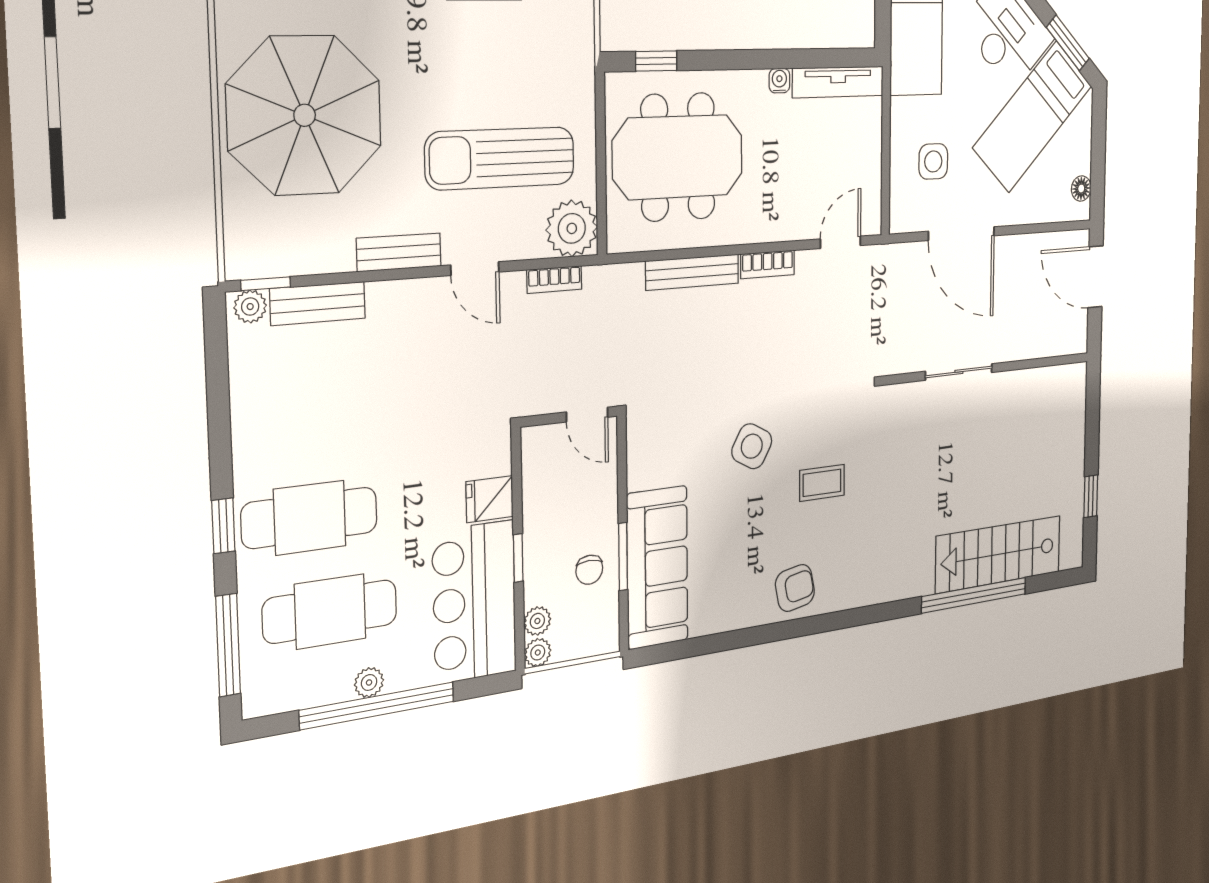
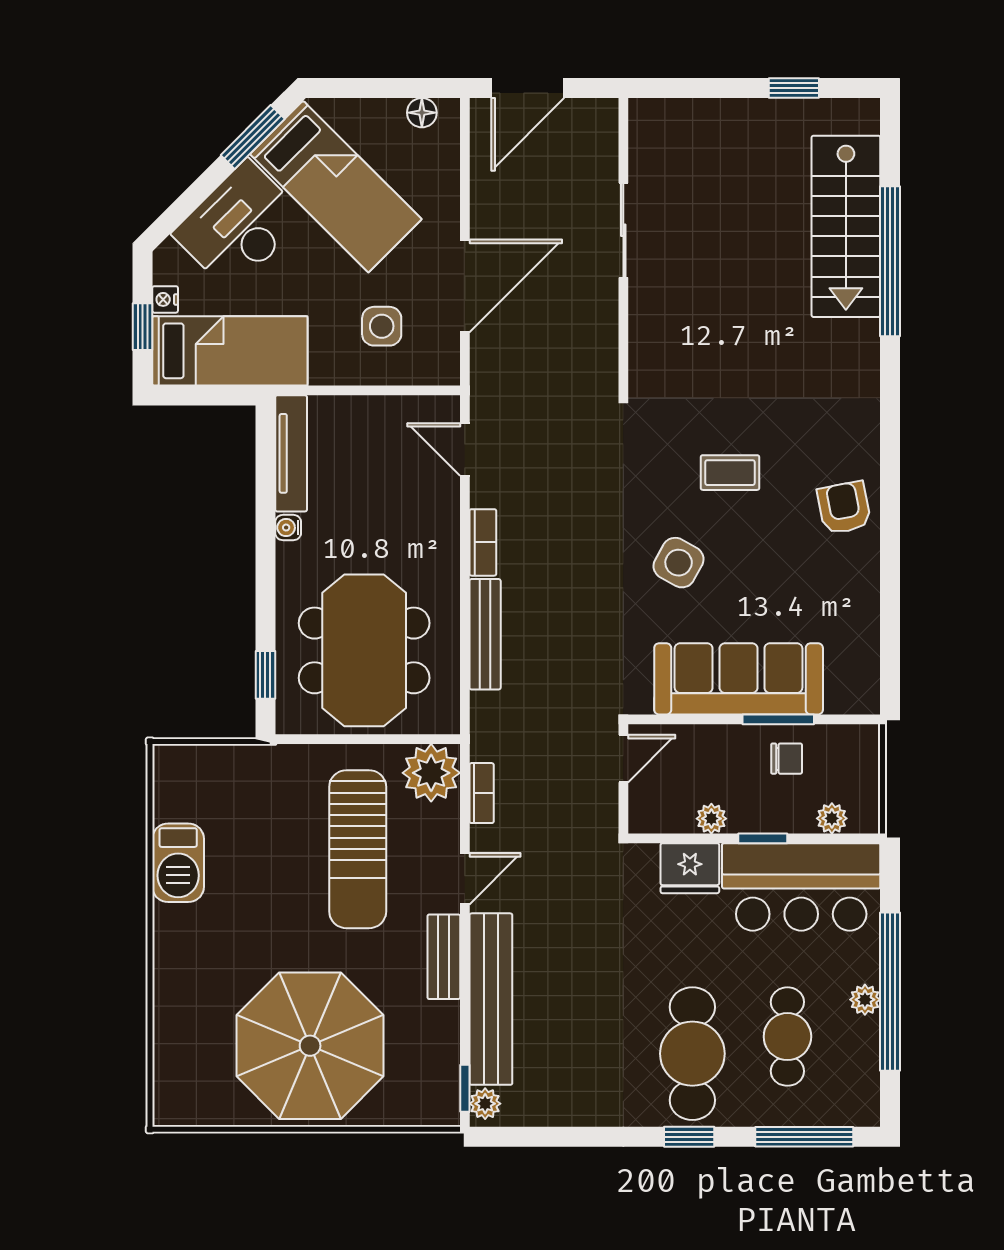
bench: (318, 303) -> (491, 999), width x1.86, depth x1.21
sliding door: (959, 372) -> (623, 230), moved
coffee table: (822, 483) -> (730, 473), turned 90
fridge: (490, 499) -> (690, 868), width x1.38
sofa: (657, 568) -> (739, 679), moved
cafe table: (330, 611) -> (787, 1037), width x0.73, depth x0.74
plant: (538, 653) -> (711, 819), moved

